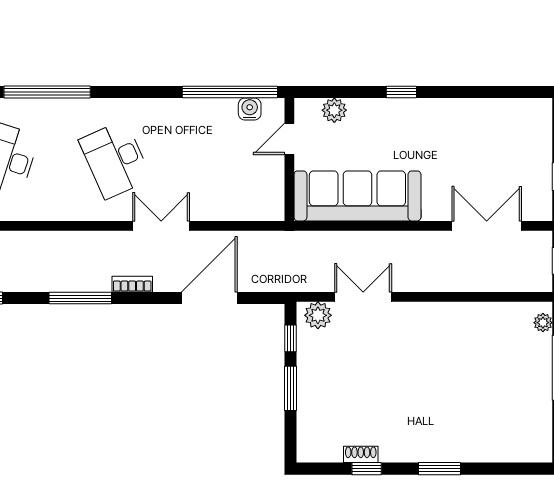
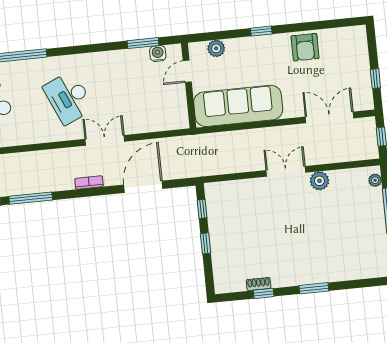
window: (230, 92) -> (143, 43), width x0.47
armchair: (462, 121) -> (305, 47), added
double door: (363, 297) -> (286, 171), moved
window: (80, 298) -> (31, 198), moved
plant: (318, 315) -> (319, 181), moved
window: (291, 388) -> (206, 243), width x0.67

